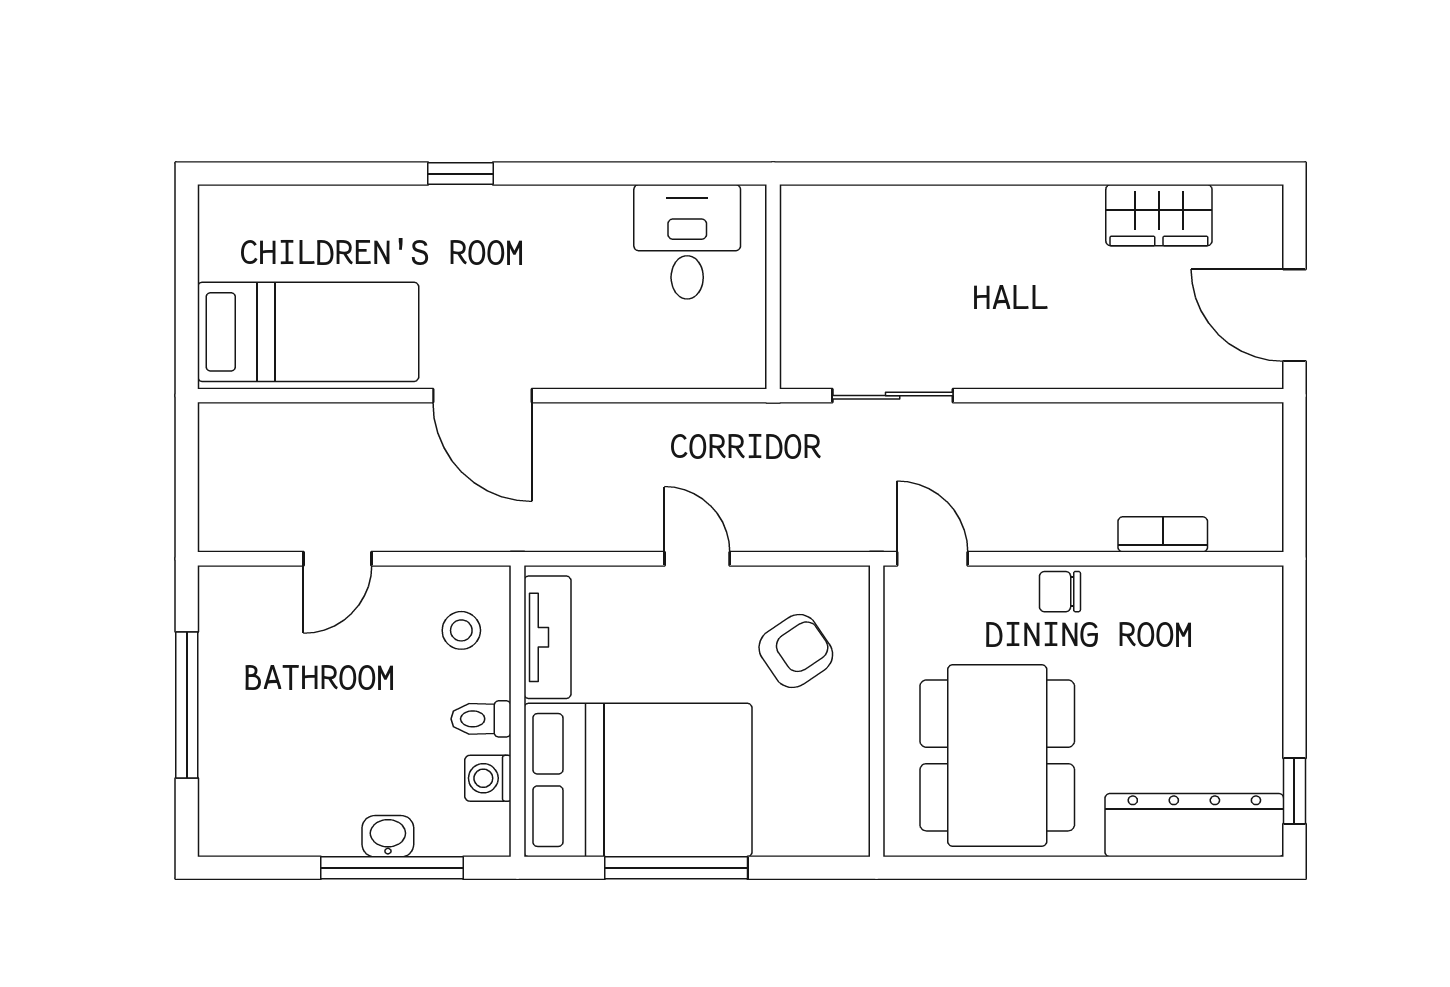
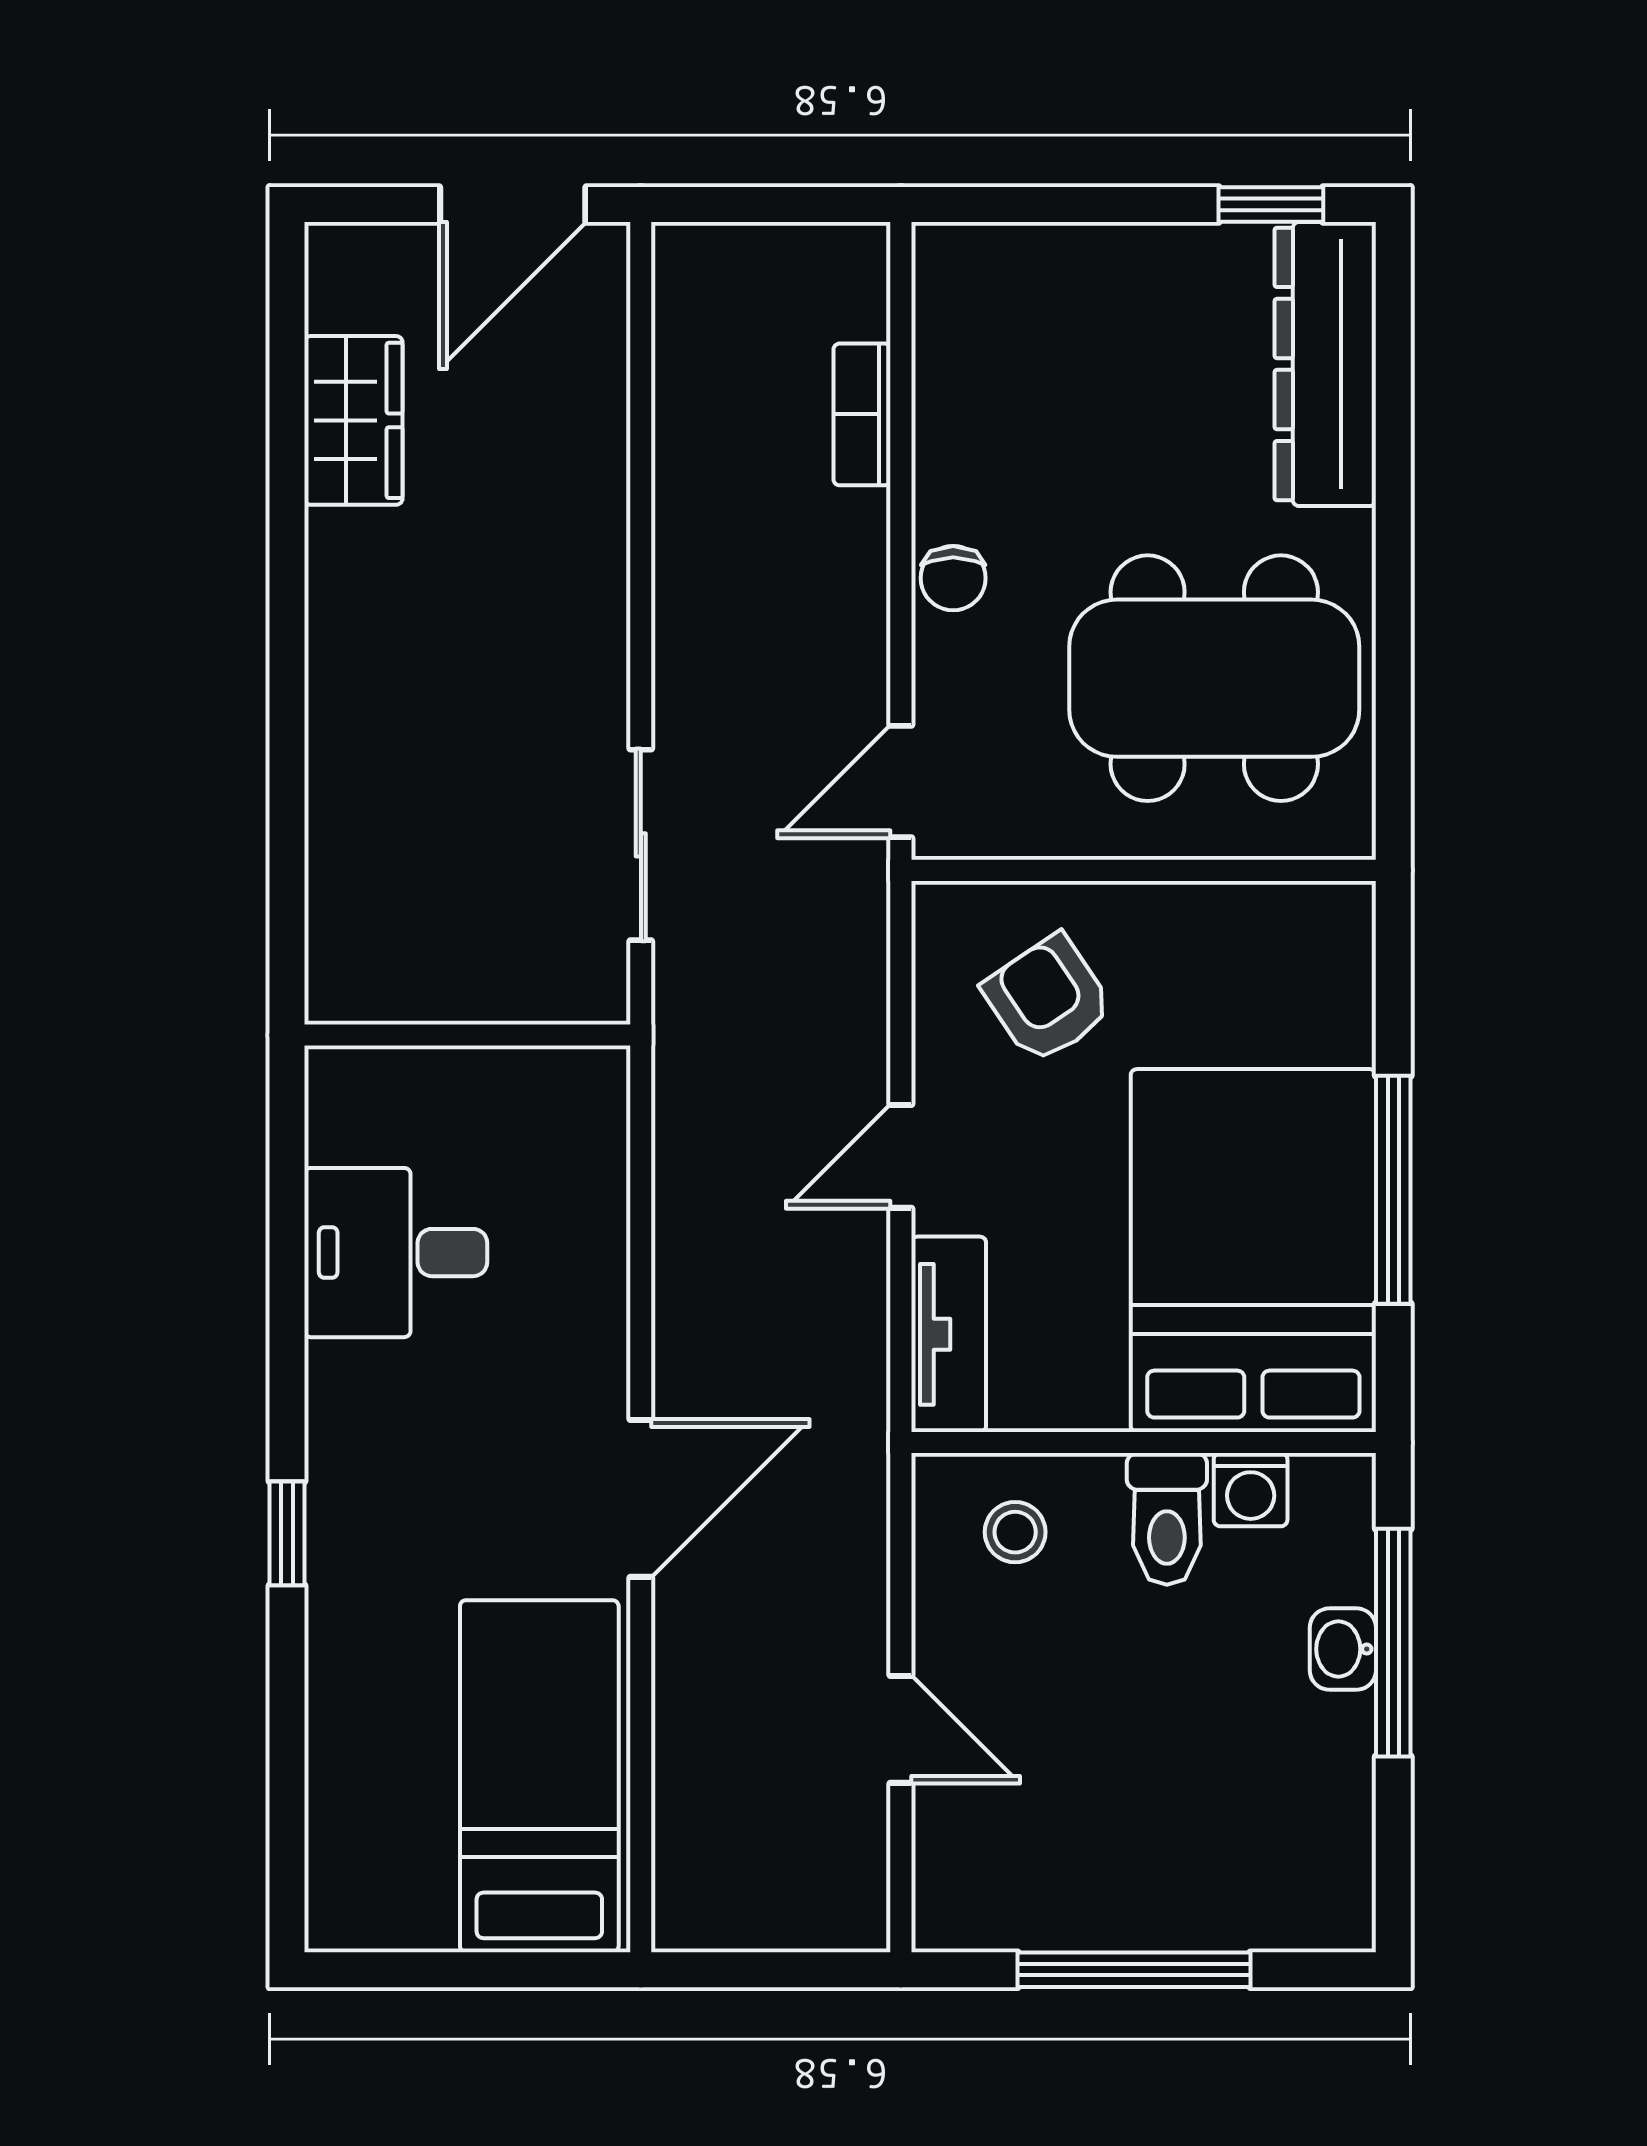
desk: (687, 242) -> (396, 1253), moved
tv unit: (547, 637) -> (949, 1334), moved, turned 90
toilet: (481, 719) -> (1167, 1519), width x1.37, depth x1.39

